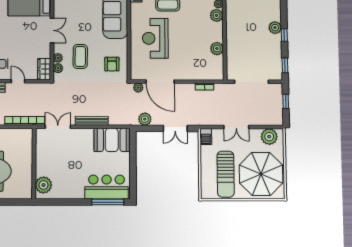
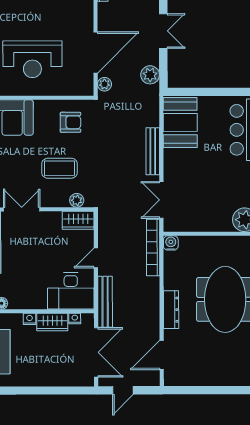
plant: (58, 58) -> (62, 201), removed
water cooler: (28, 133) -> (171, 243), added

